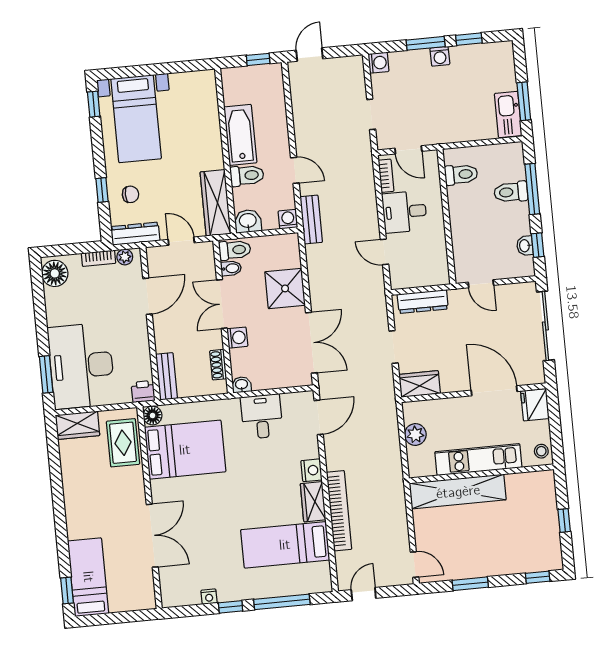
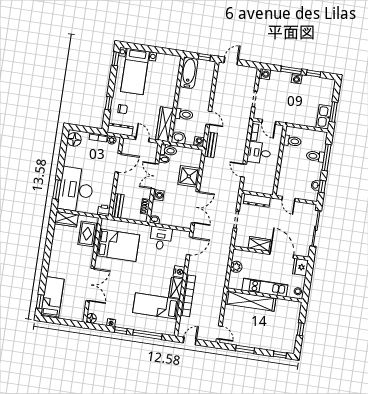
bathtub: (240, 135) -> (189, 73), moved
wardrobe: (420, 384) -> (259, 244), moved
floor lamp: (153, 416) -> (91, 318), moved

